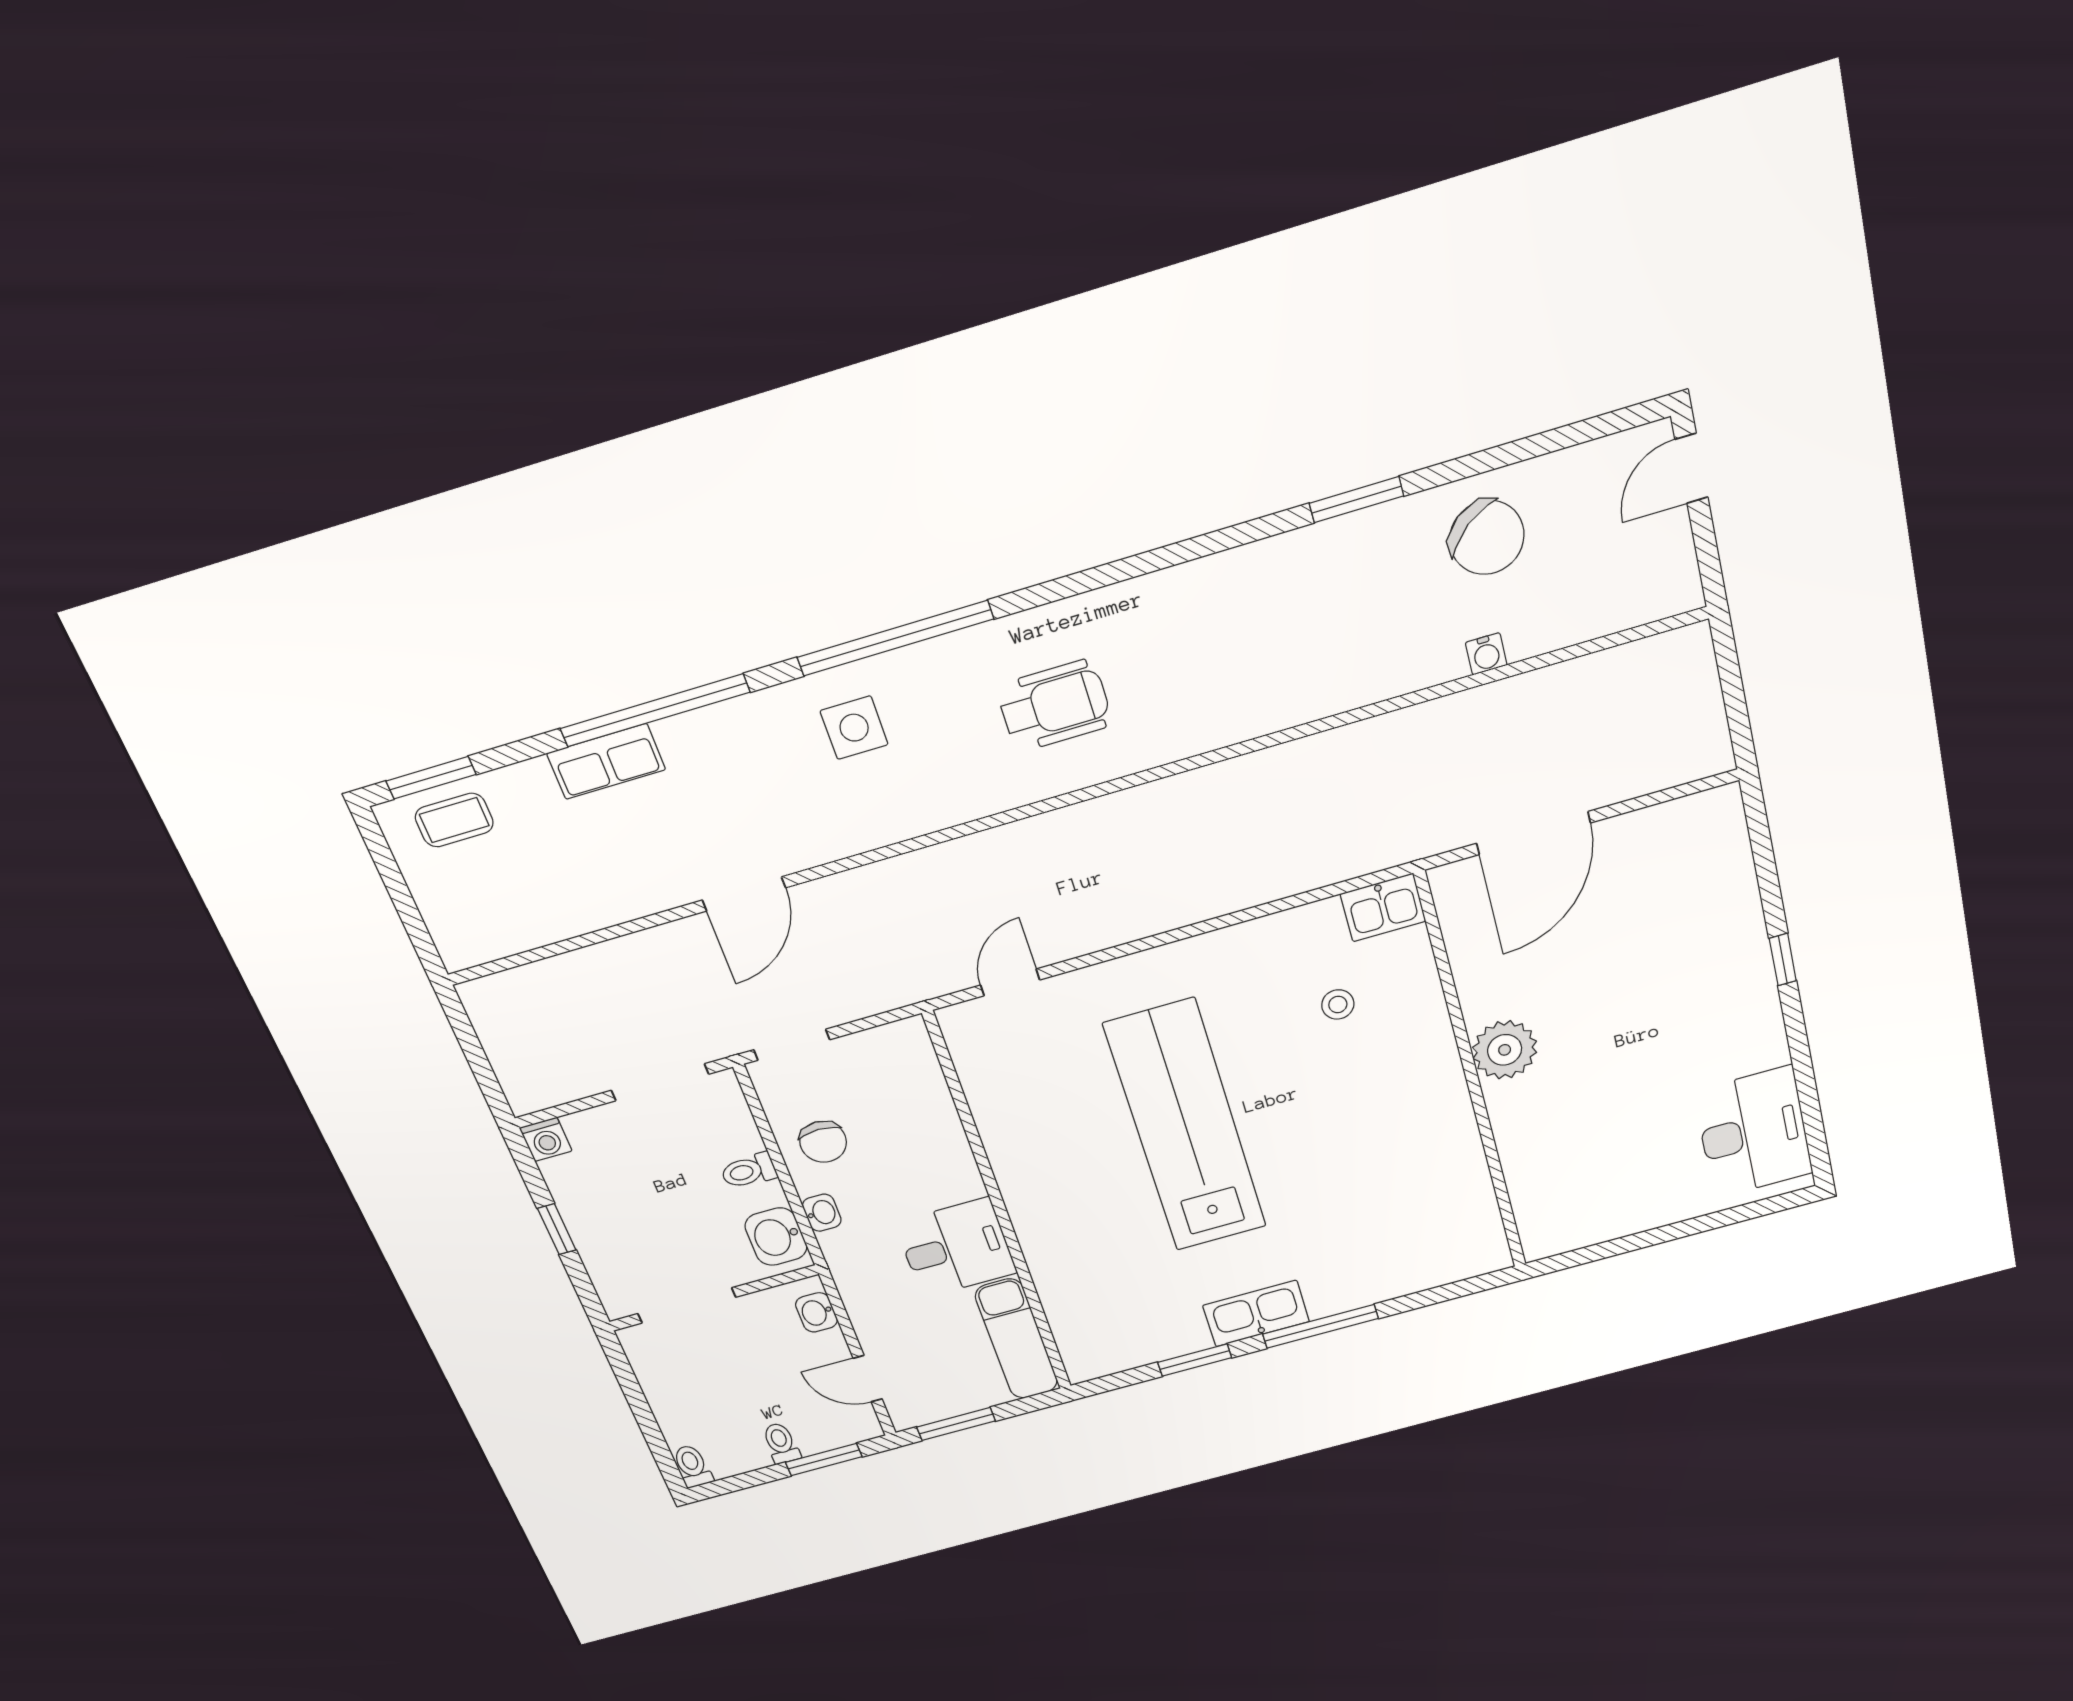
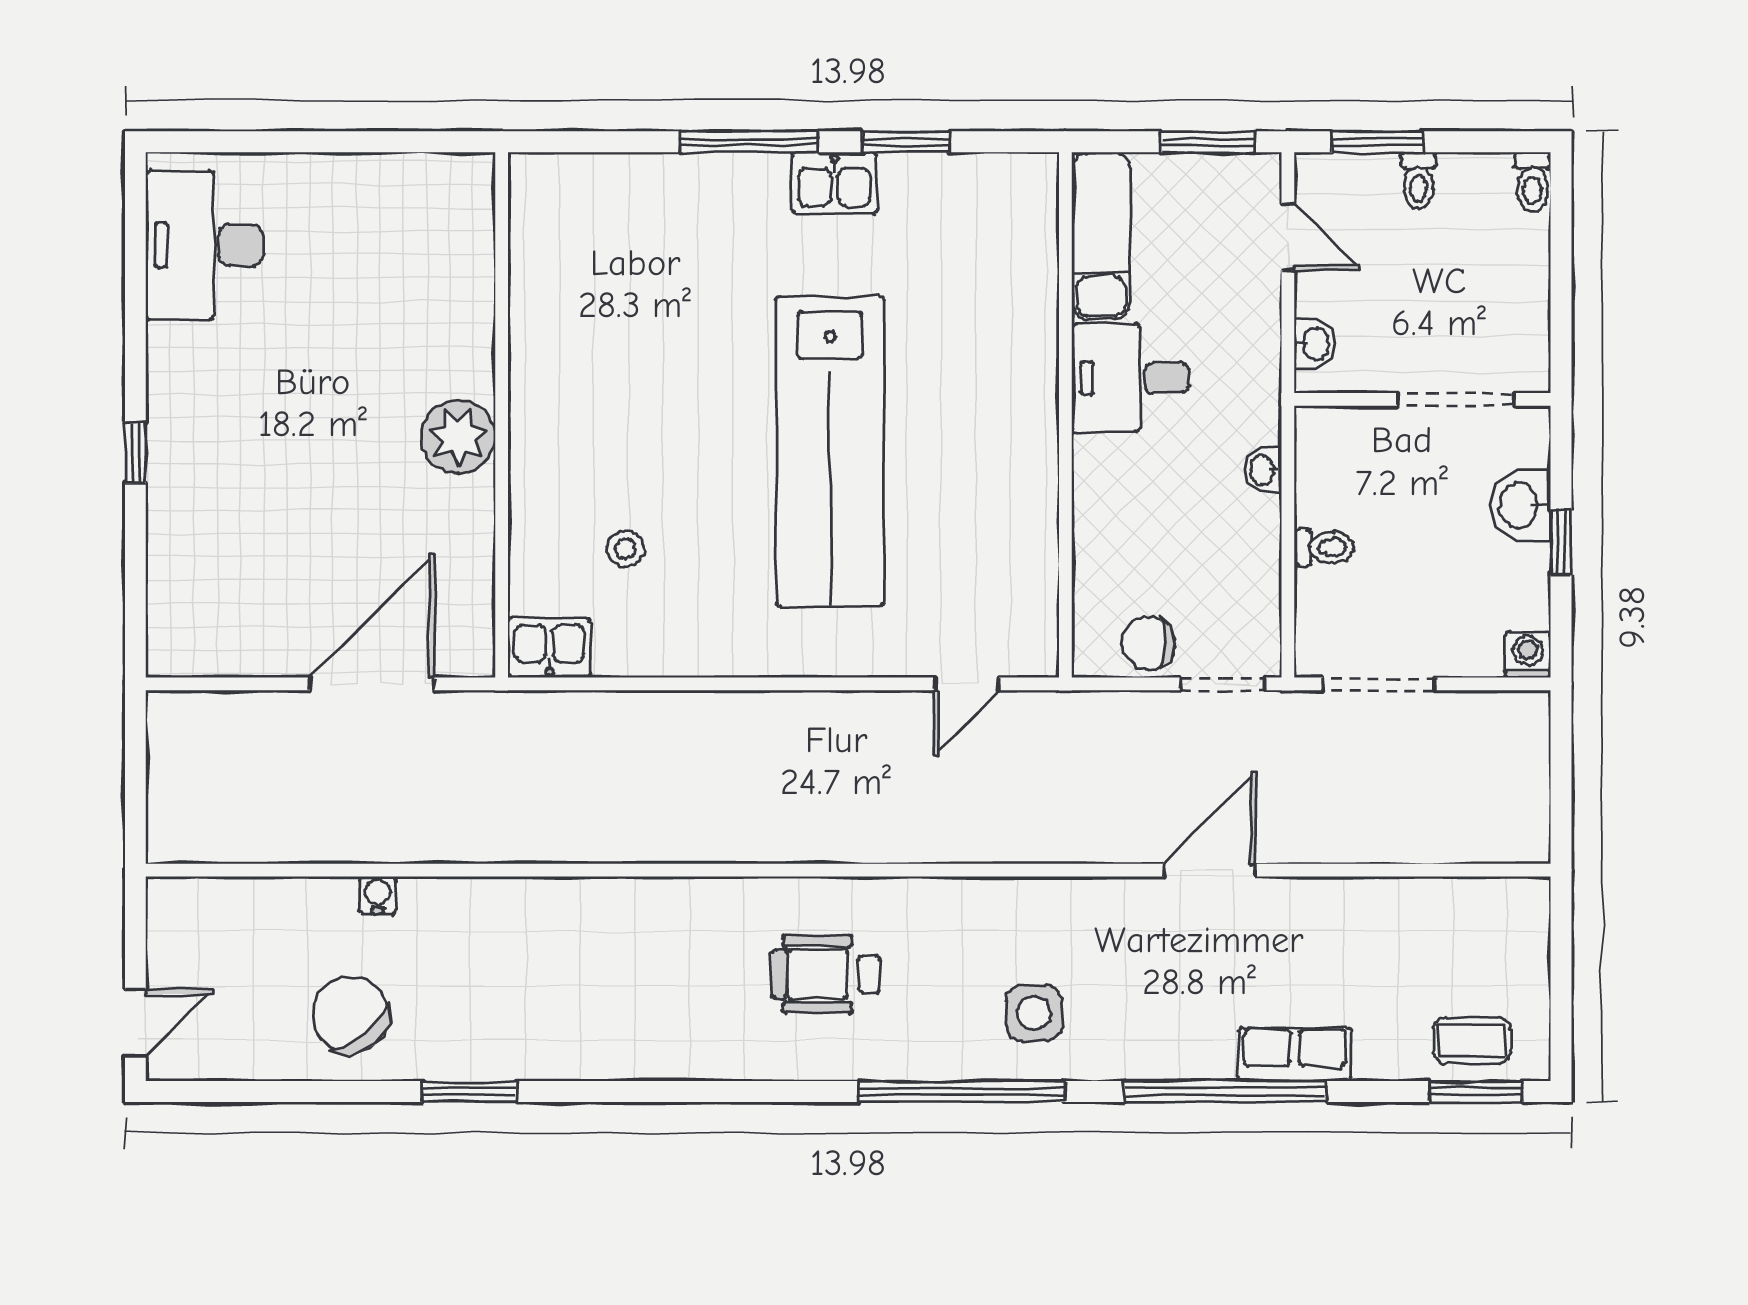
chair: (823, 1142) -> (1149, 643), moved, turned -90
washbasin: (776, 1237) -> (1520, 505), moved, turned 180
kitchen sink: (1256, 1314) -> (834, 183), width x0.73

